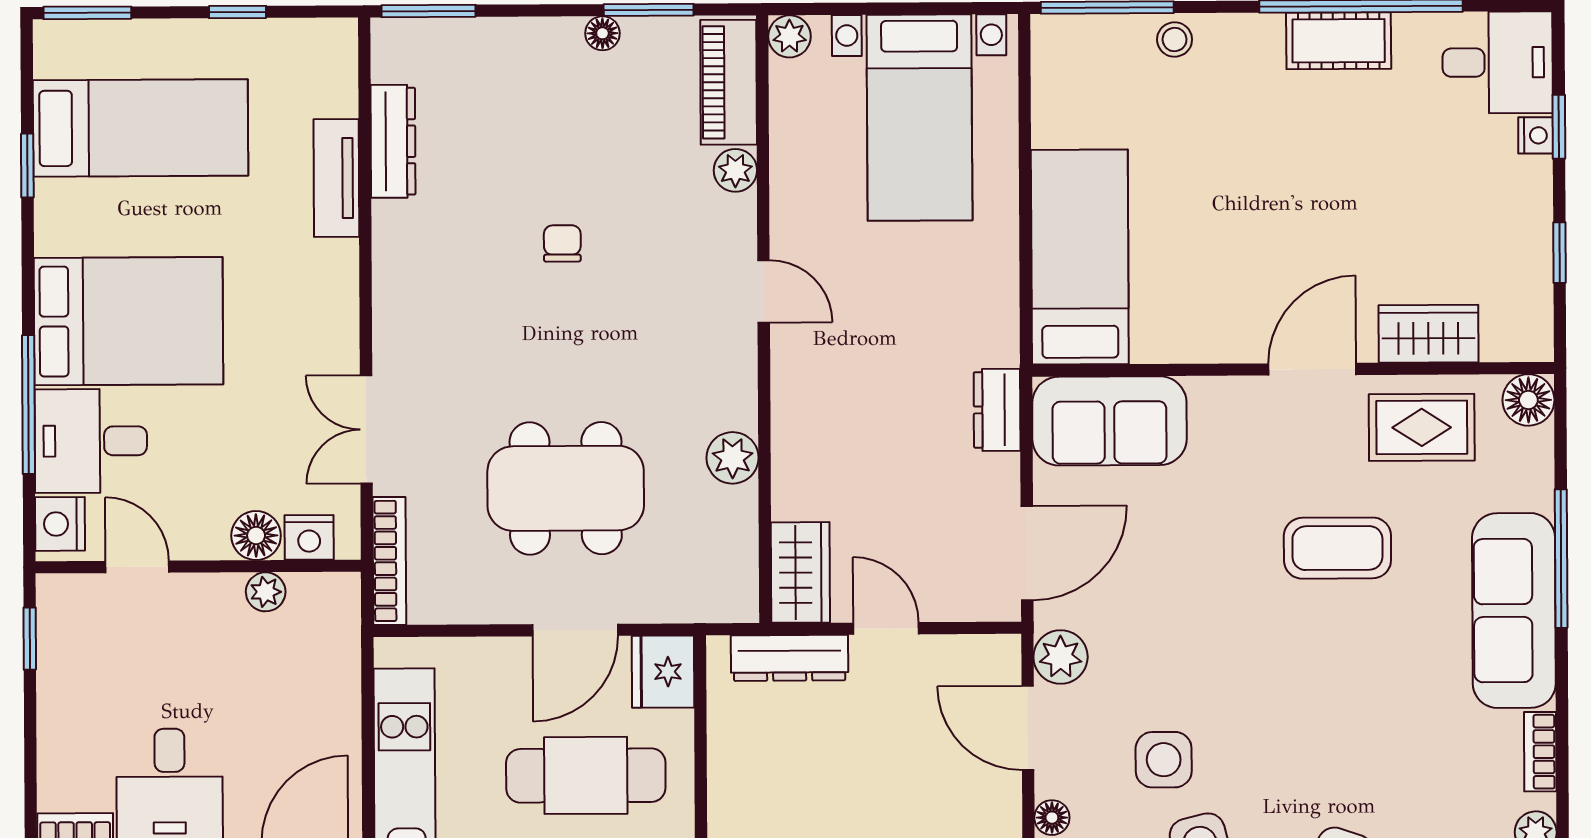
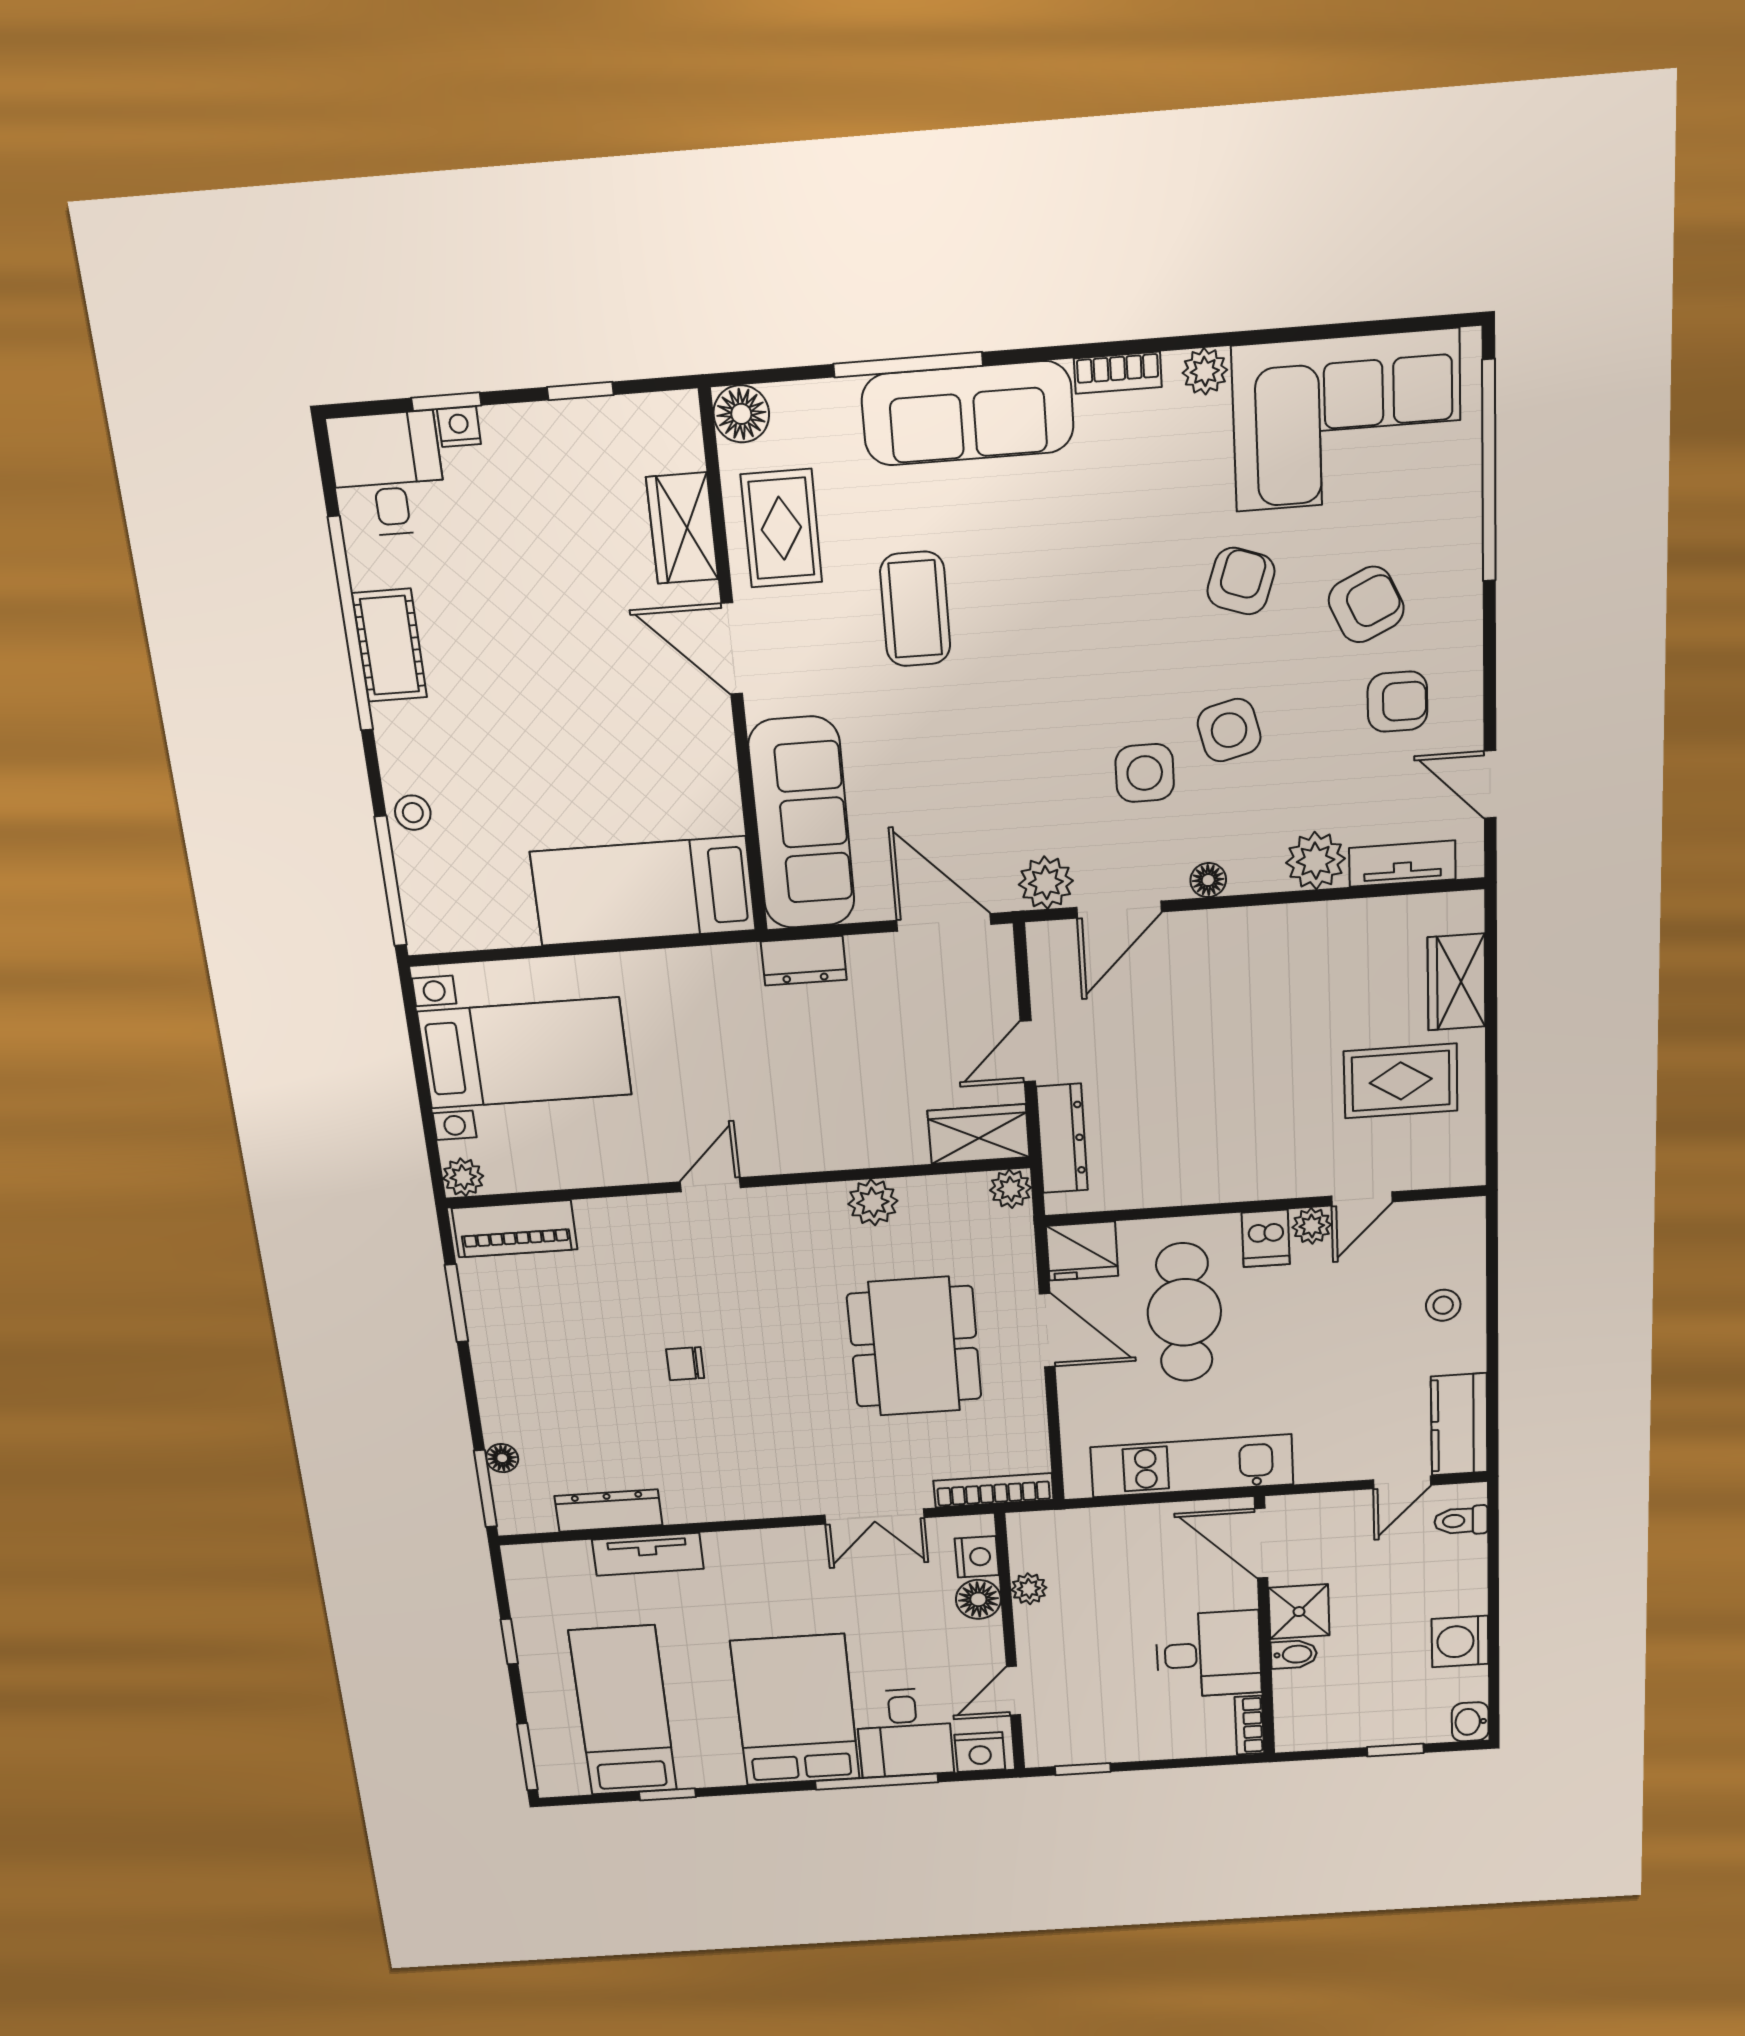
floor lamp: (602, 33) -> (502, 1458), moved
plant: (735, 170) -> (1011, 1189), moved
sofa: (1109, 421) -> (802, 823), width x1.36

